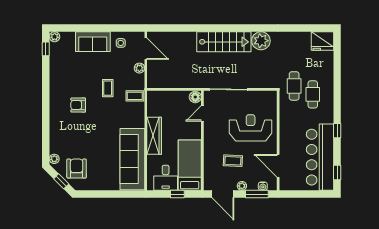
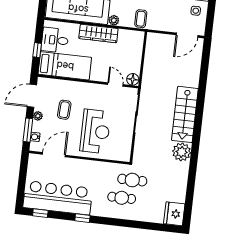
plant: (139, 68) -> (114, 20), moved

